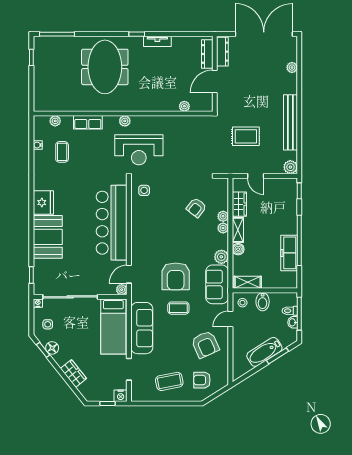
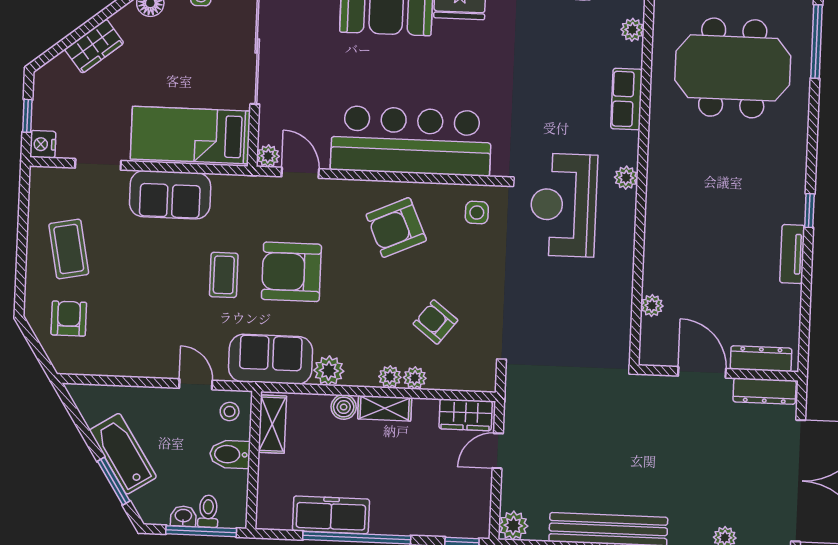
meeting table: (105, 67) -> (733, 68), moved
rug: (246, 136) -> (583, 433), removed
coffee table: (62, 152) -> (566, 42), removed
wardrobe: (239, 204) -> (466, 415), moved
sofa: (142, 328) -> (170, 195), width x0.73
armchair: (205, 344) -> (396, 228), moved

